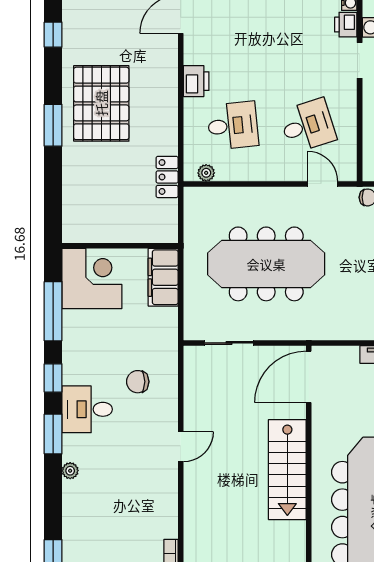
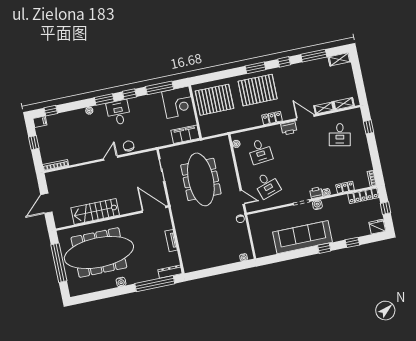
printer: (196, 81) -> (289, 128), moved
window: (53, 125) -> (255, 68), moved
locker: (167, 177) -> (272, 118), moved
door: (323, 184) -> (242, 197), hinge flipped
pallet: (103, 200) -> (214, 100), added
chair: (138, 382) -> (129, 146), moved
door: (181, 447) -> (111, 158), swing flipped
stairs: (287, 470) -> (95, 211), moved

